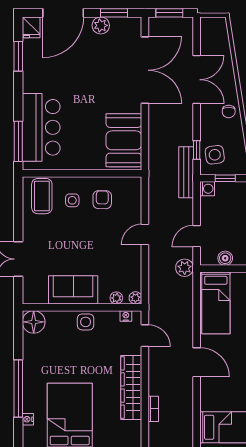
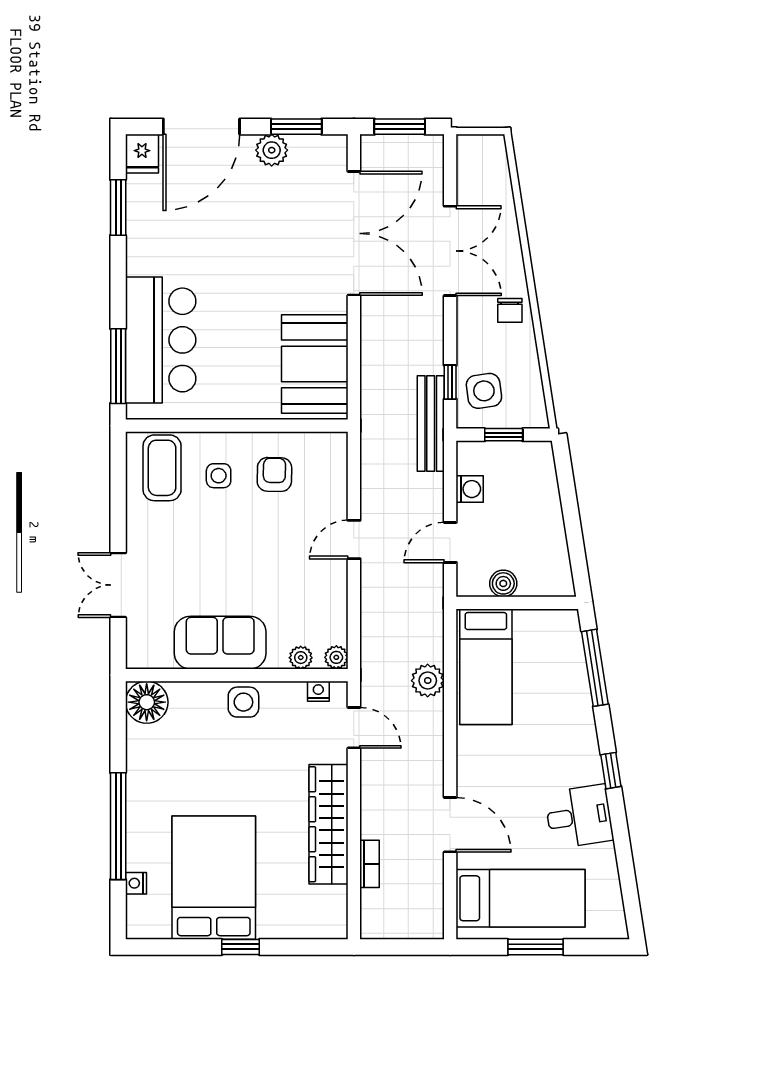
washing machine: (207, 189) -> (470, 489), moved
plant: (185, 268) -> (428, 681), moved
door: (197, 362) -> (450, 825), moved

